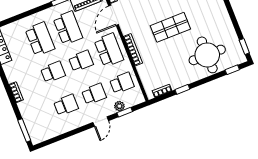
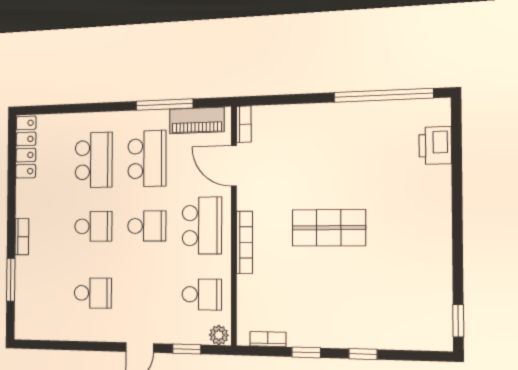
door: (113, 15) -> (234, 166), hinge flipped
round table: (207, 55) -> (378, 307), removed
window: (232, 70) -> (363, 354), moved
school desk: (94, 94) -> (146, 294), removed
plant: (119, 106) -> (219, 335), moved
window: (24, 130) -> (11, 280), moved

